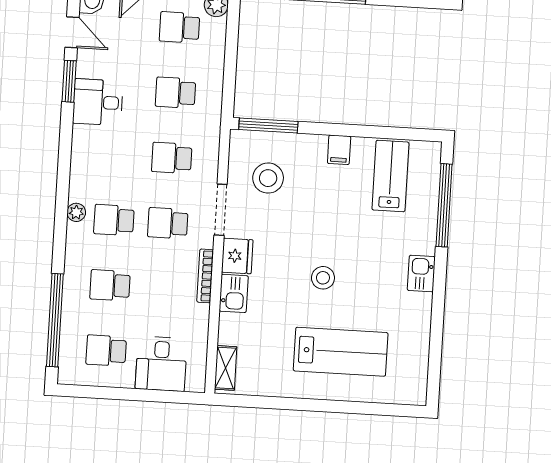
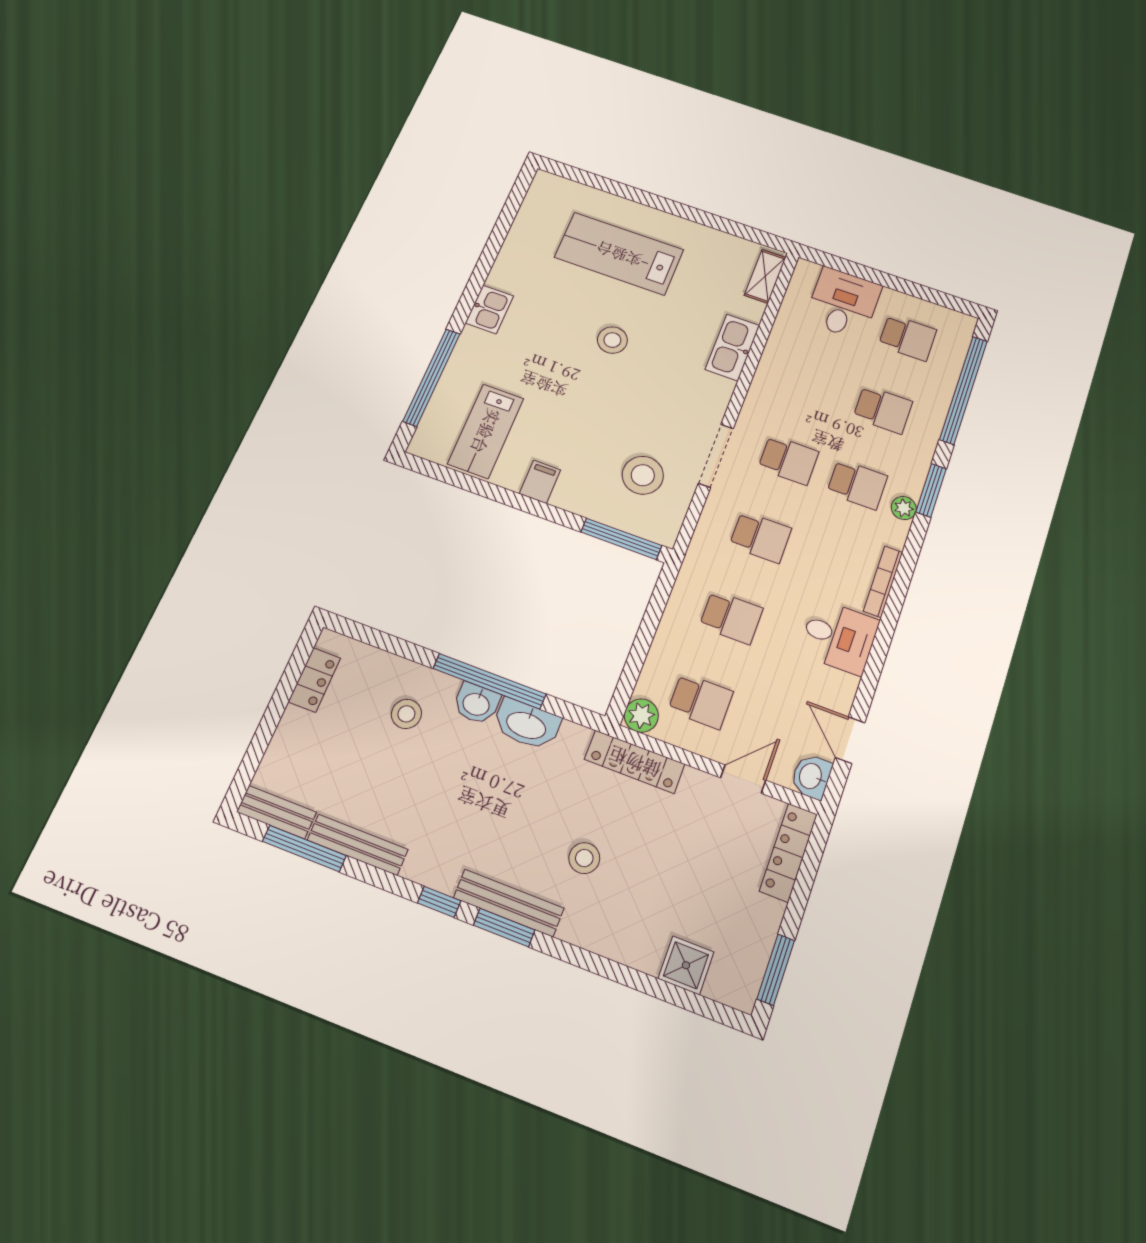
window: (69, 81) -> (931, 490), moved
fridge: (237, 256) -> (712, 396), removed
bookcase: (205, 276) -> (883, 582), moved, turned 180
kitchen sink: (234, 293) -> (732, 347), width x1.38

